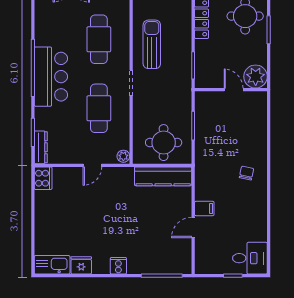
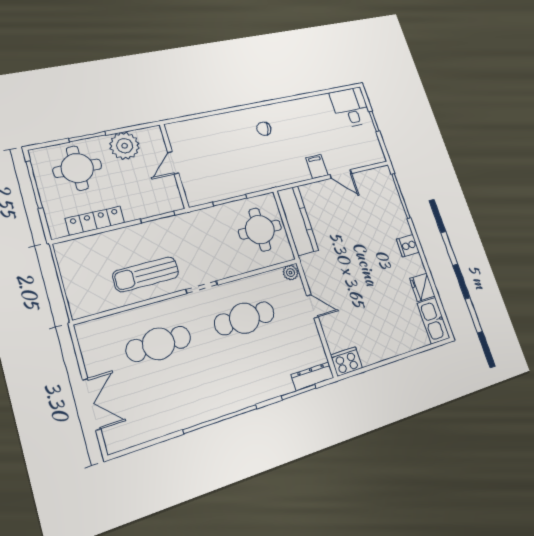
bar counter: (51, 77) -> (224, 392), removed
plant: (256, 77) -> (125, 146), moved

